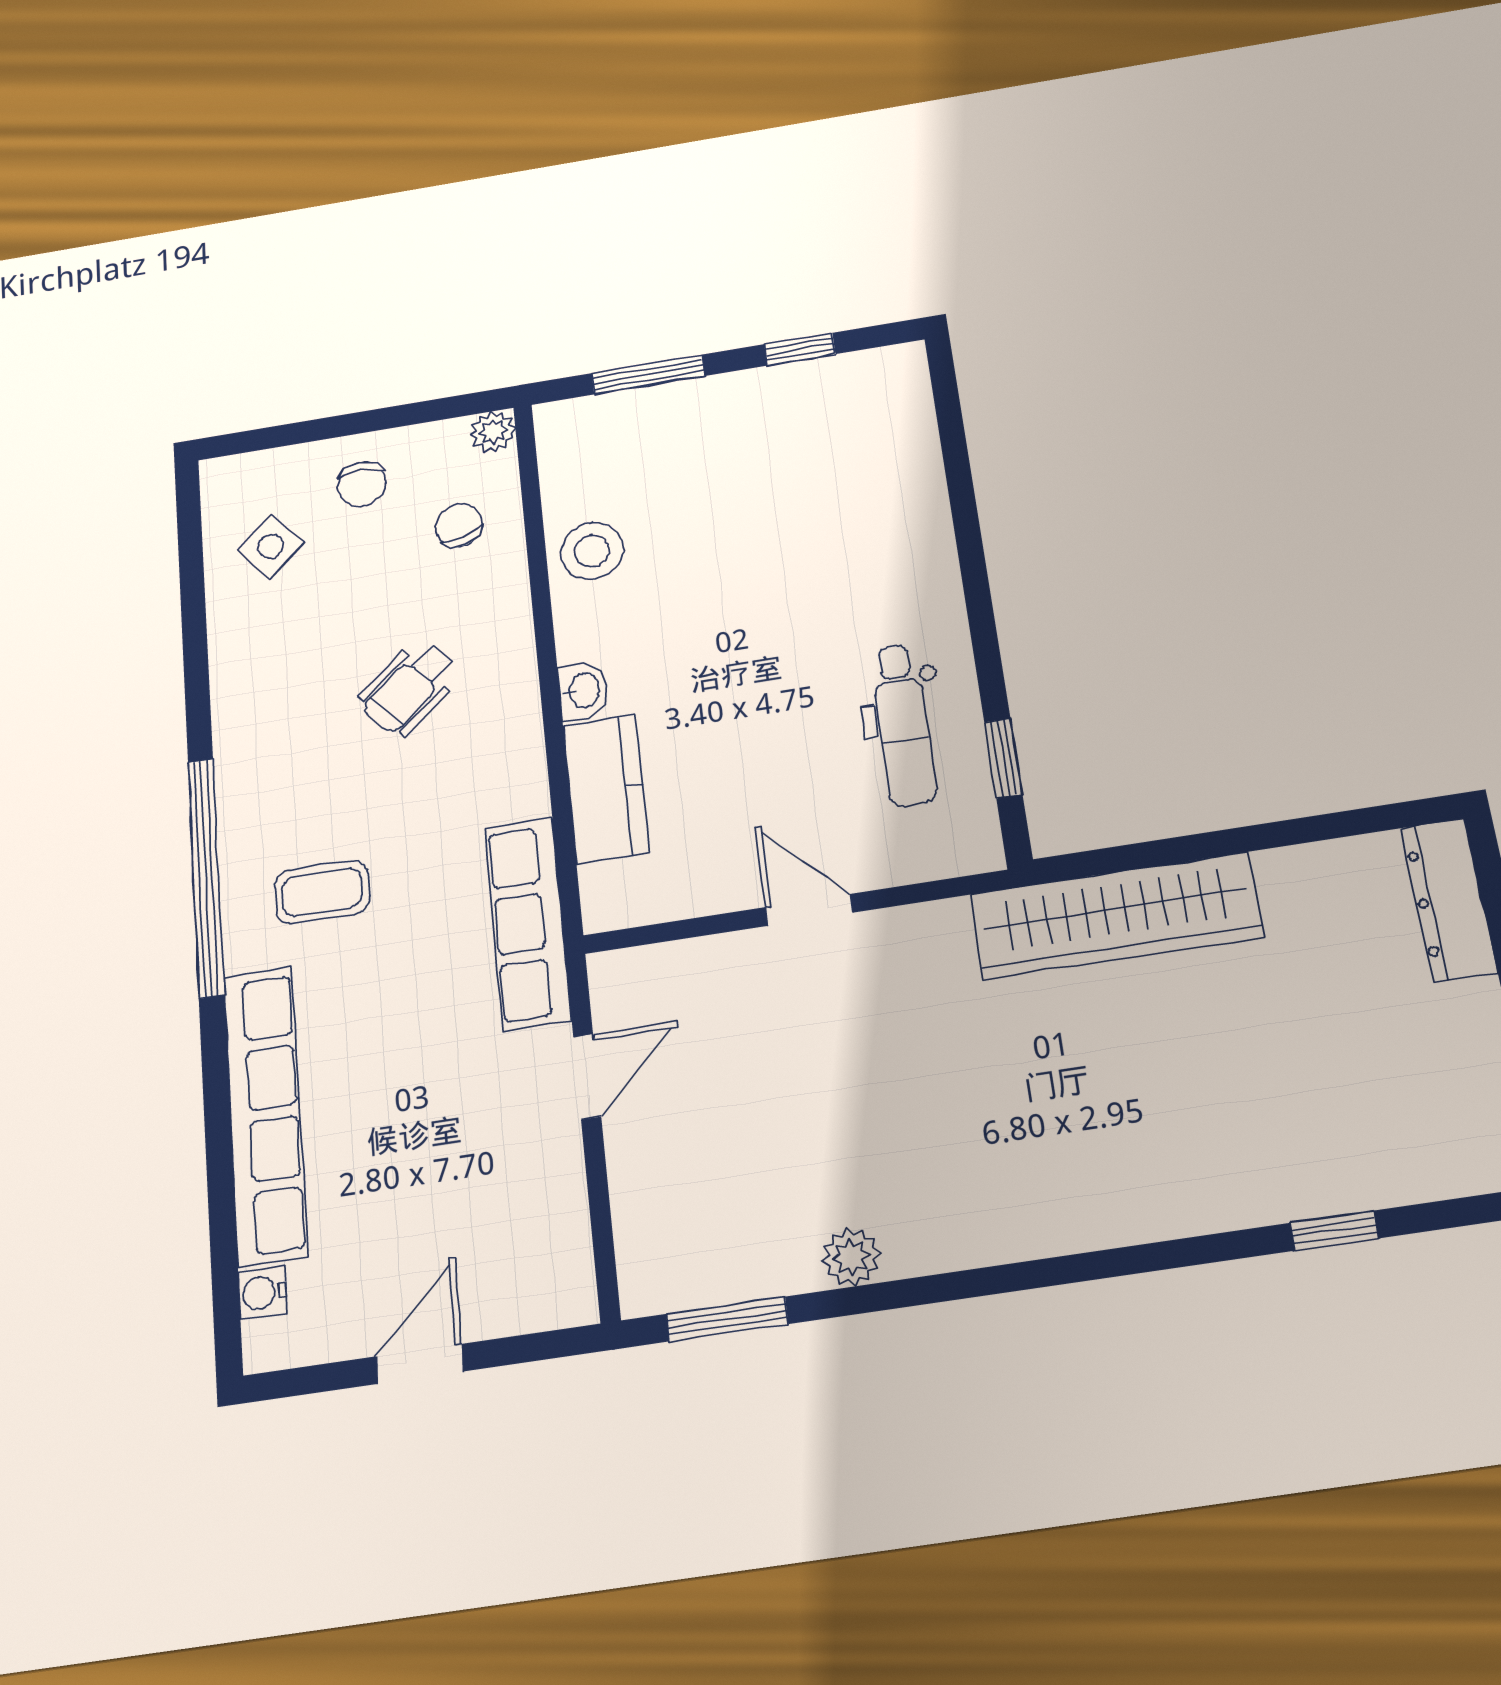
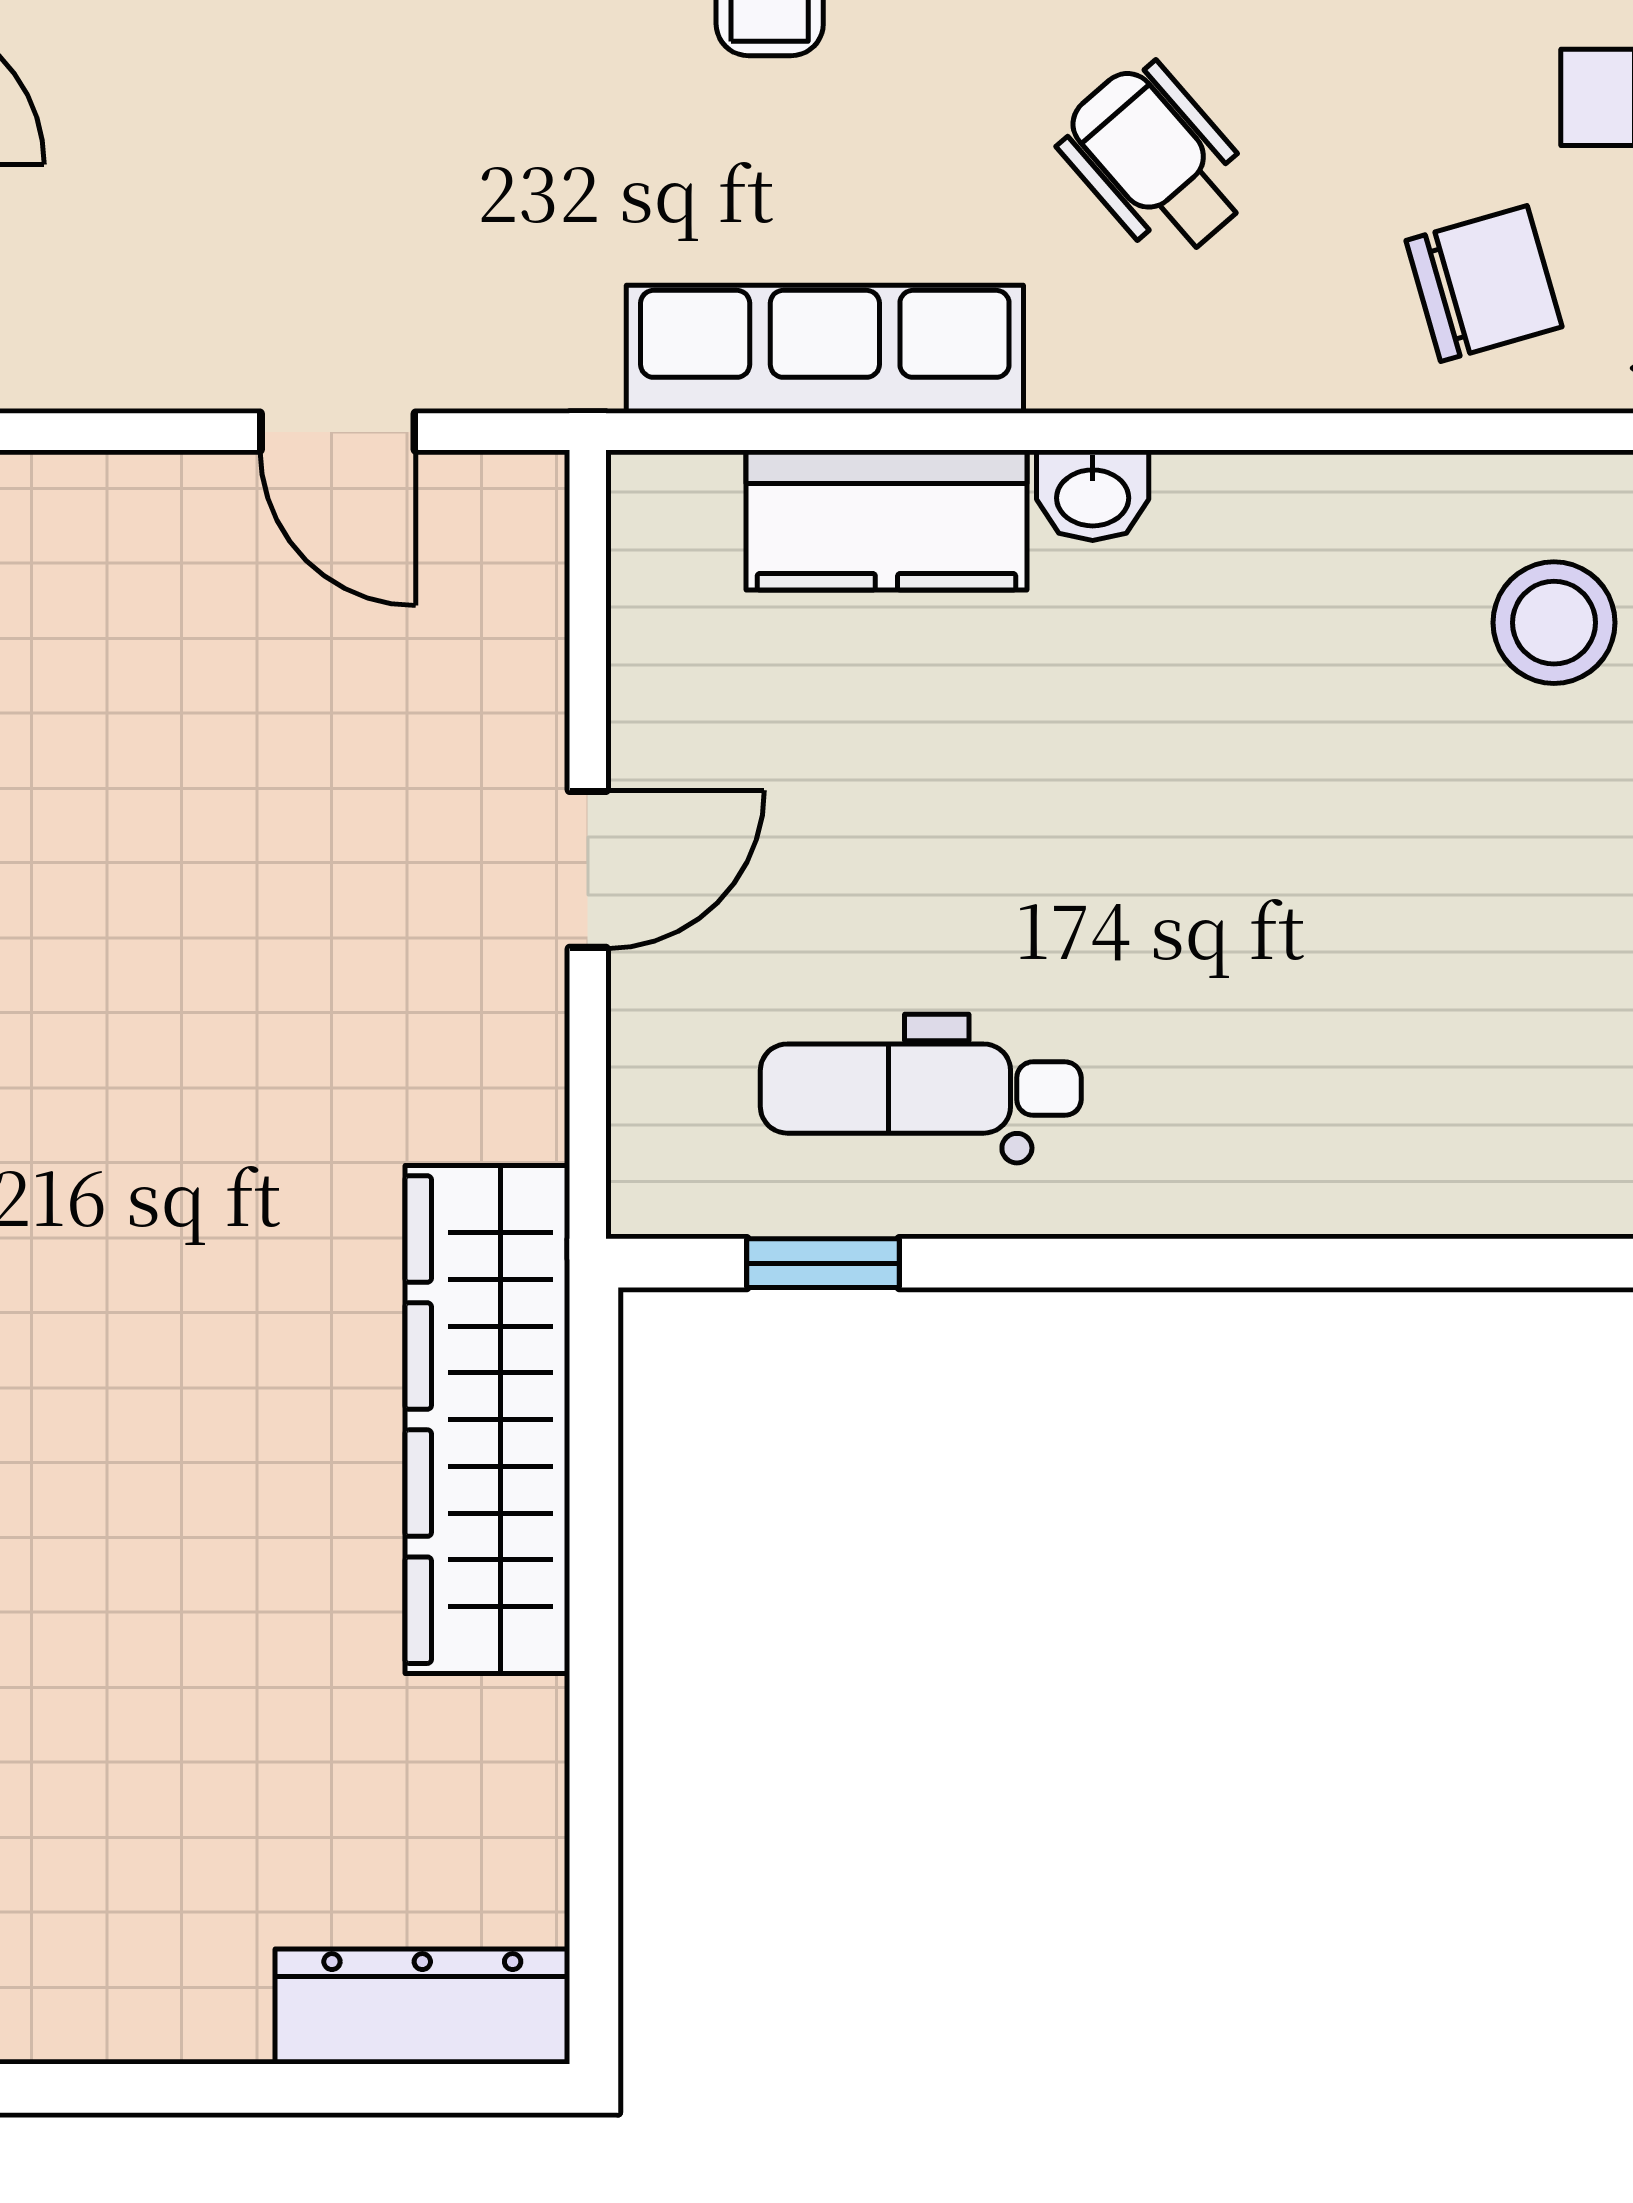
chair: (459, 525) -> (1484, 284), width x1.37, depth x1.37
stool: (592, 551) -> (1554, 623), moved
row of seats: (528, 923) -> (825, 349), moved

